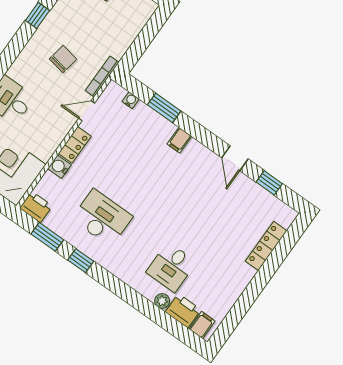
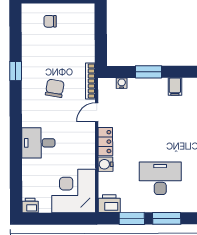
window: (81, 261) -> (167, 218), width x1.50

